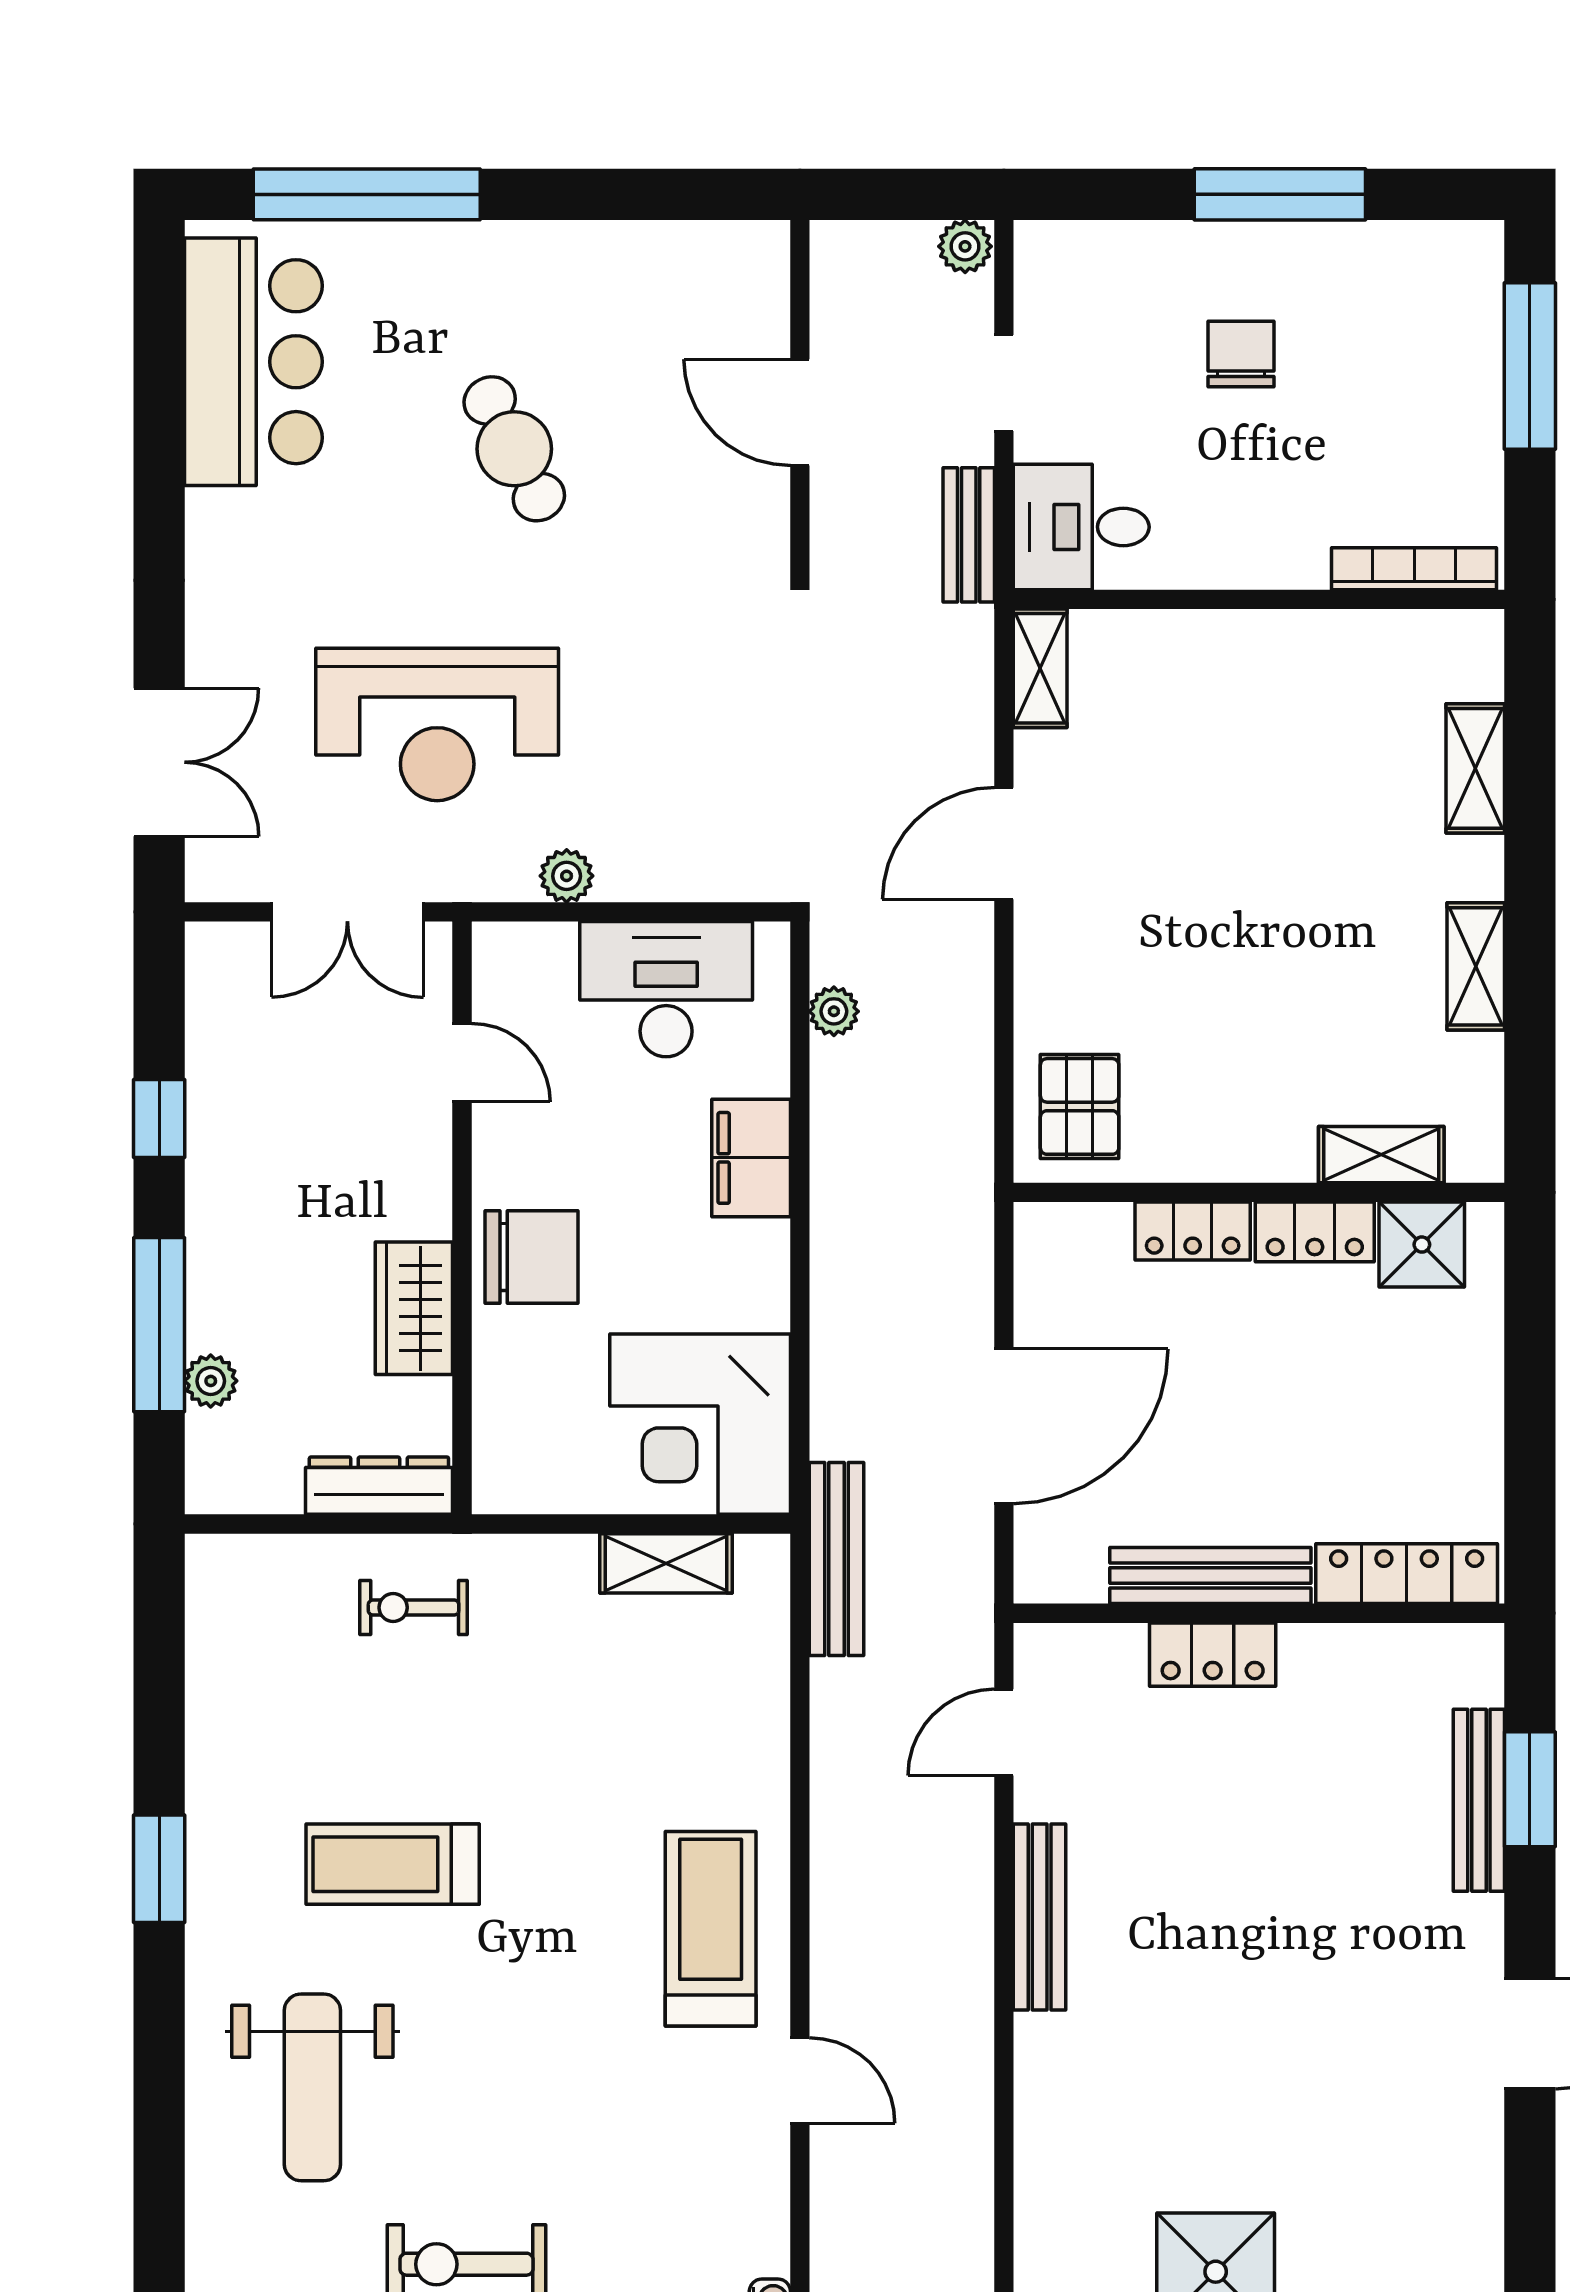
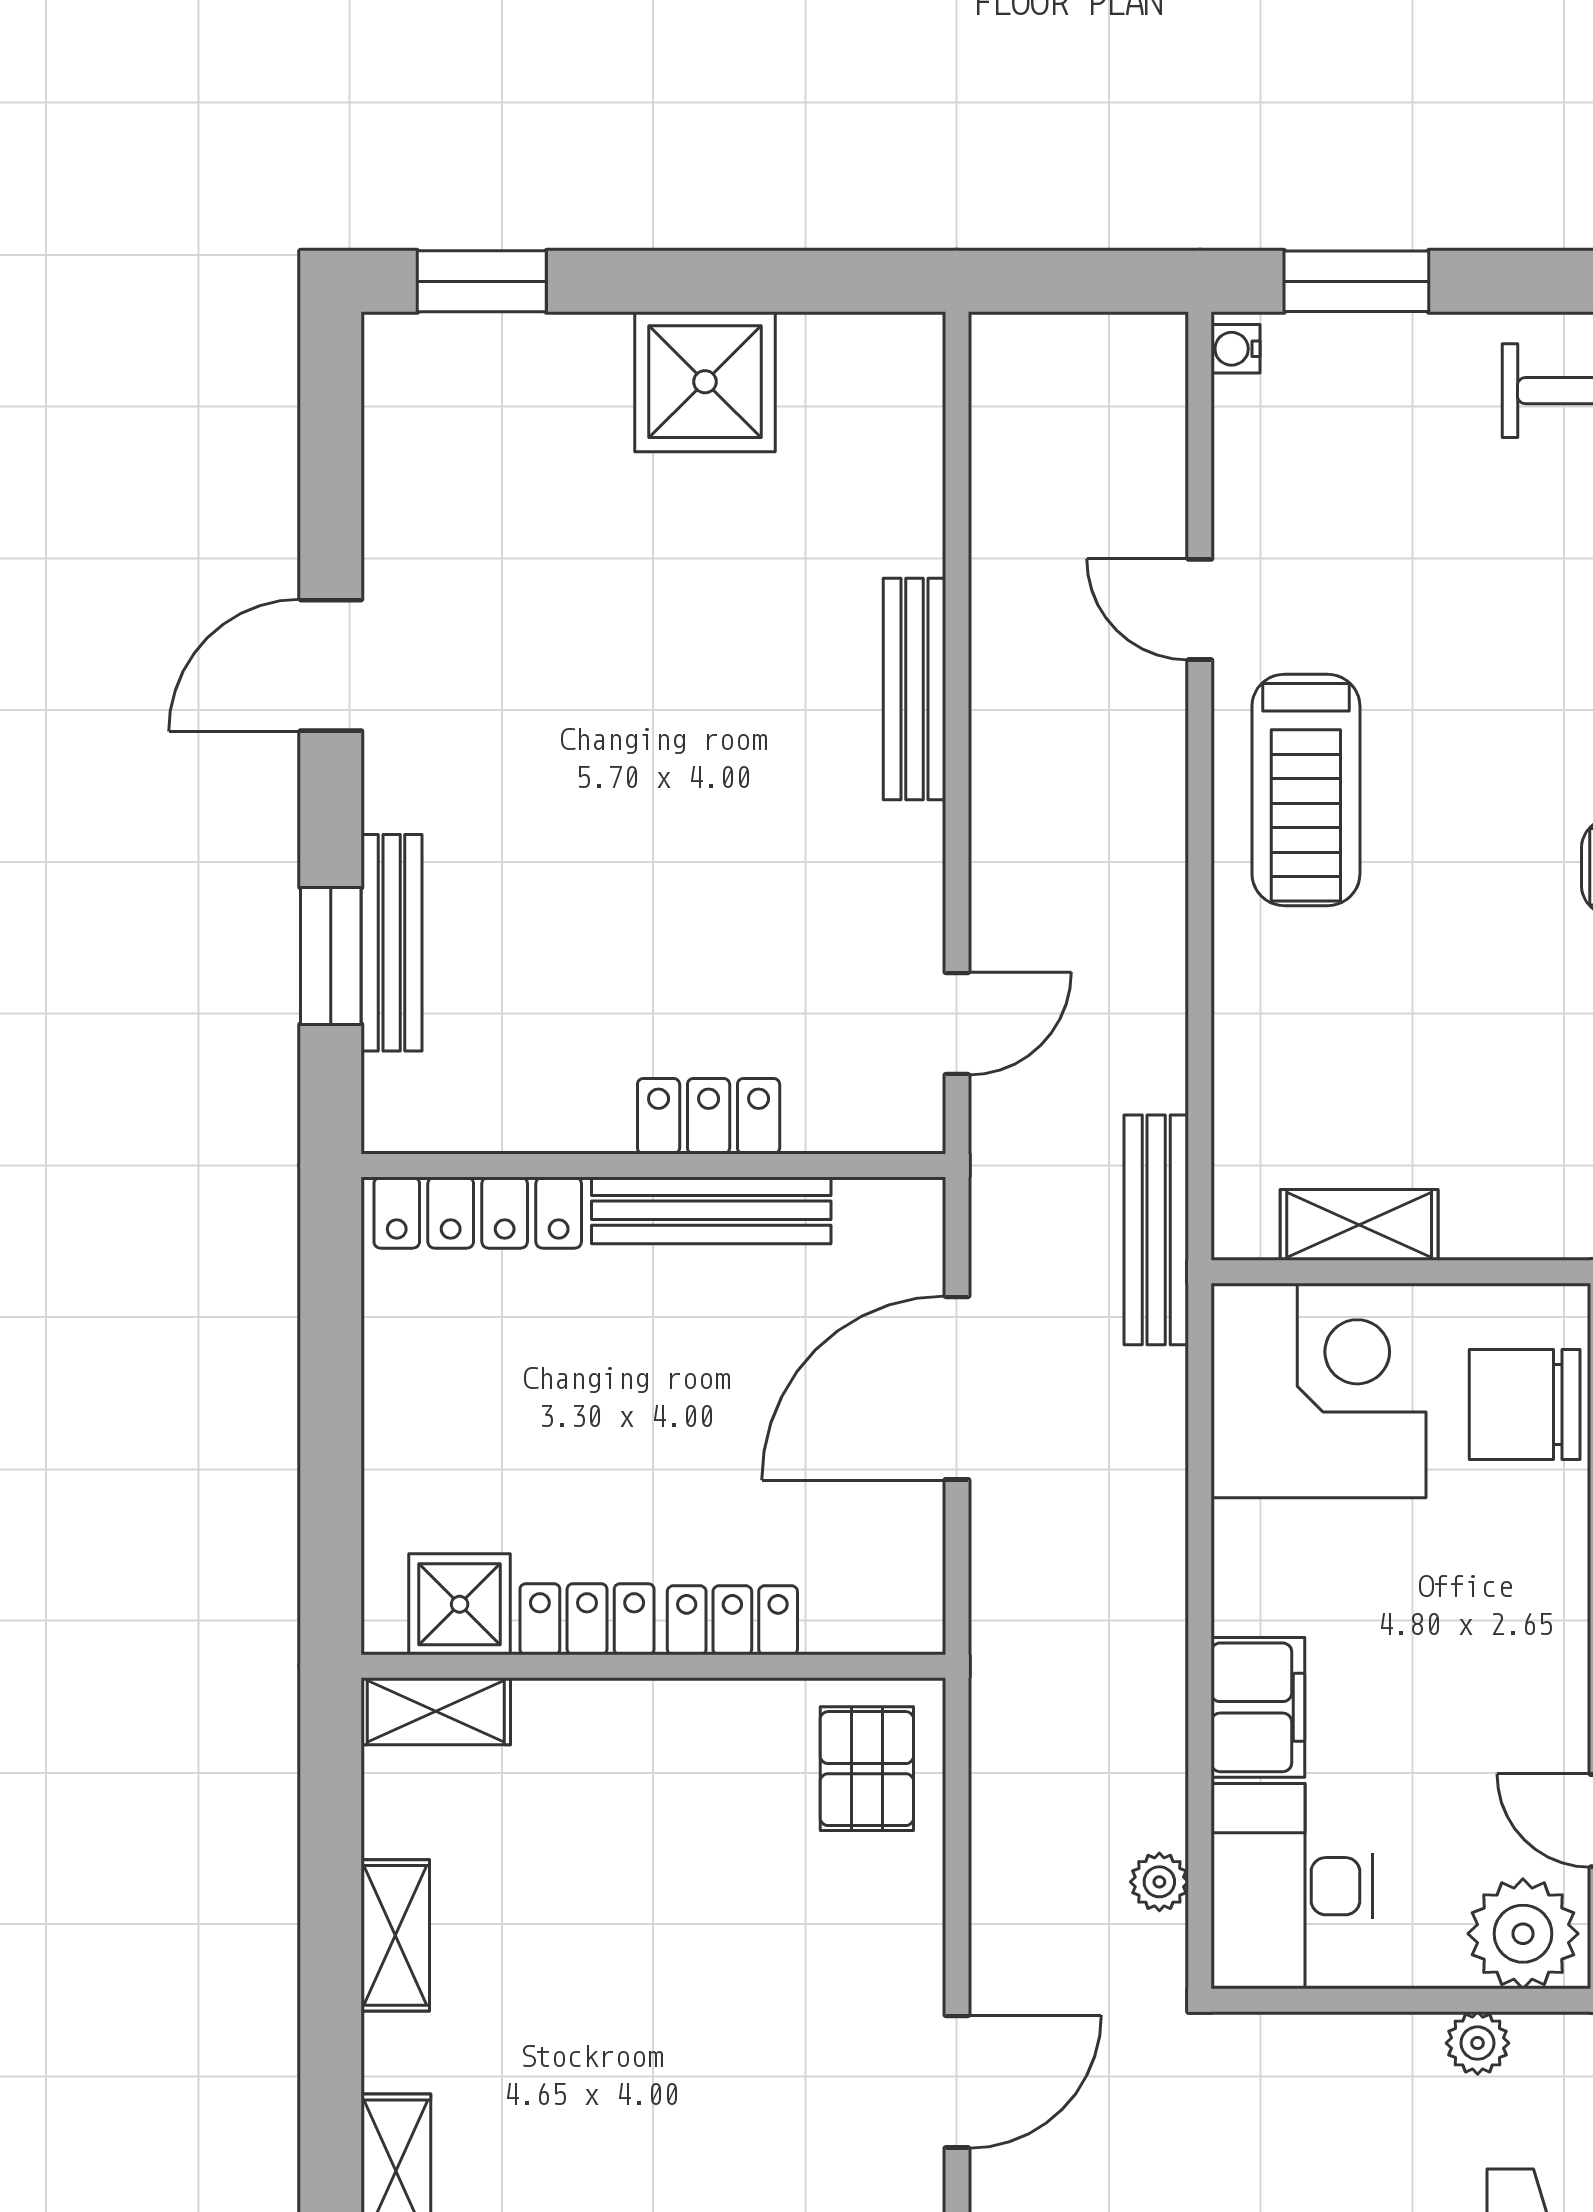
plant: (528, 968) -> (1523, 1934), added
desk: (666, 989) -> (1292, 1886), moved, turned 90
shelving: (1381, 1155) -> (436, 1711), moved
chair: (531, 1257) -> (1525, 1405), moved
bench: (1040, 1917) -> (915, 689), moved

